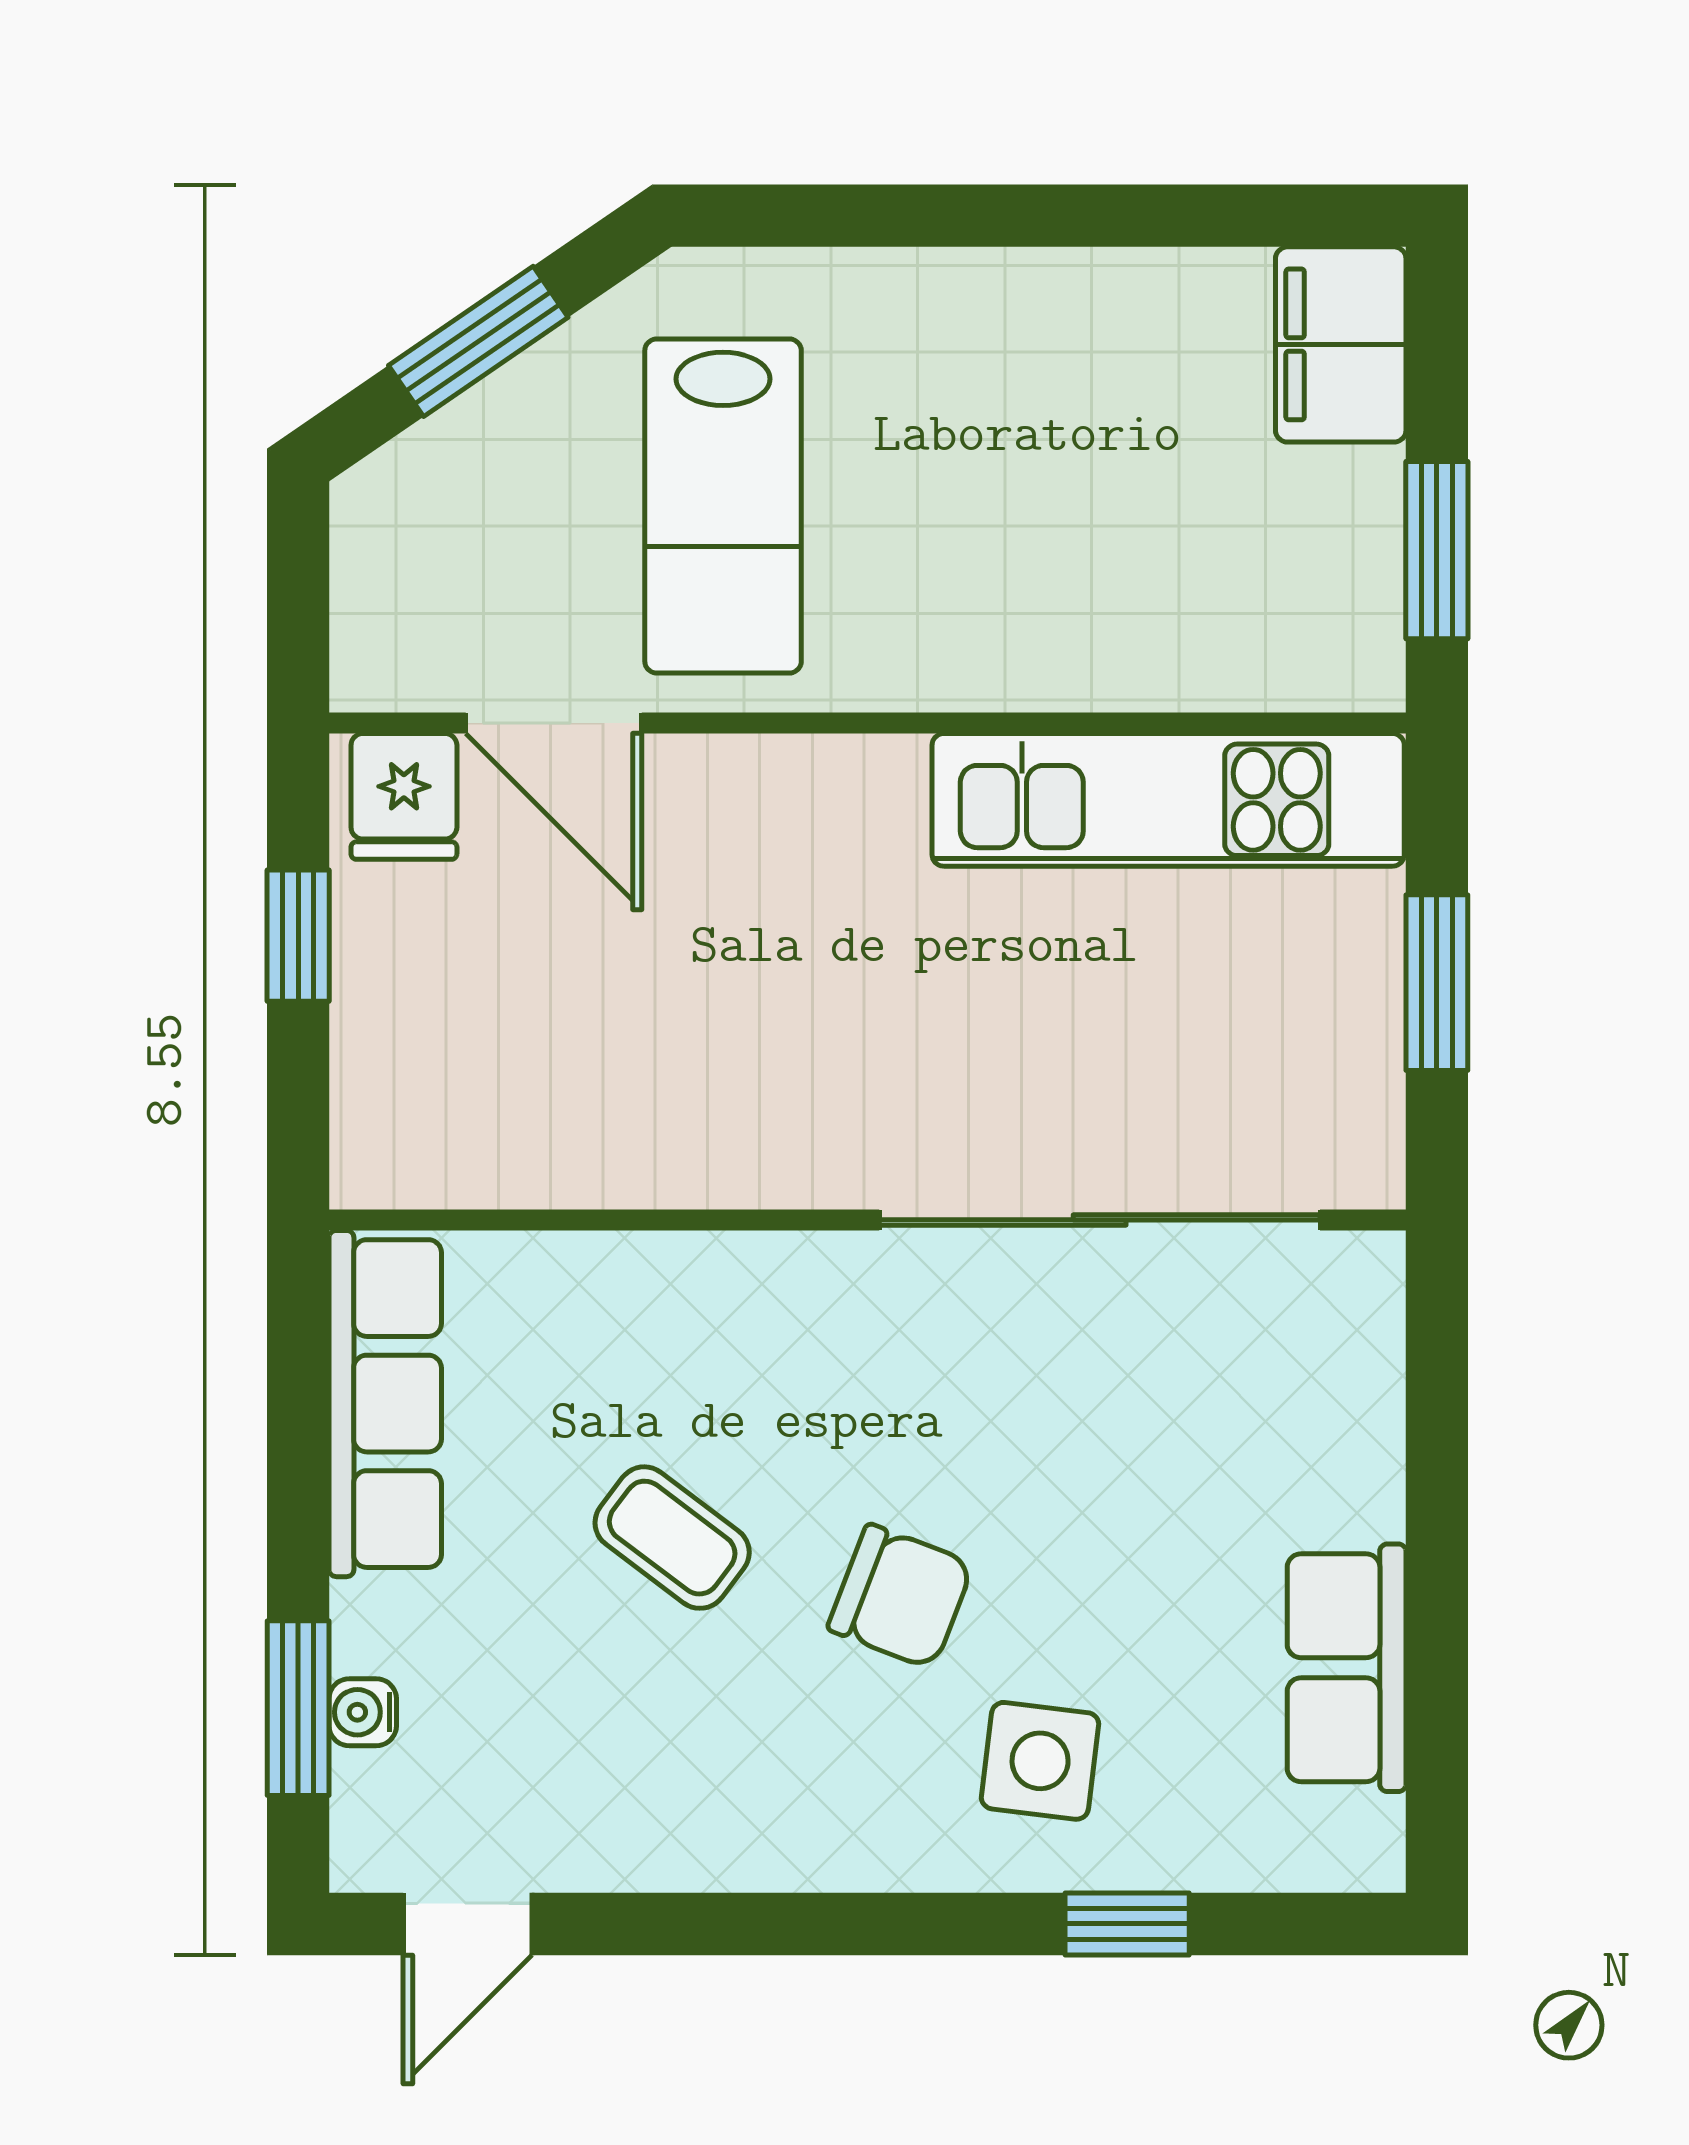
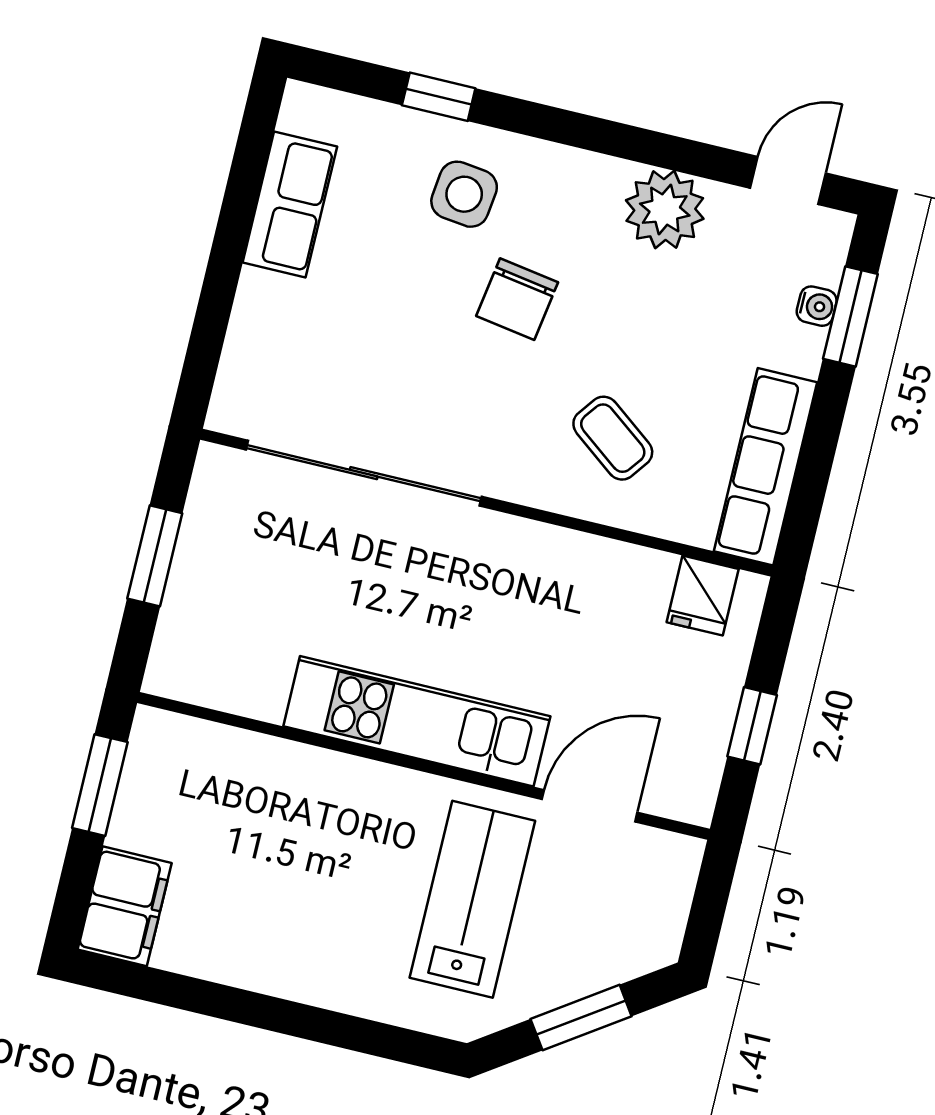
door: (554, 723) -> (590, 806), hinge flipped
fridge: (404, 796) -> (703, 596), moved, turned 180
kitchen unit: (1168, 800) -> (417, 721), moved
coffee table: (672, 1538) -> (613, 438), moved
chair: (900, 1596) -> (517, 299), turned -102
plant: (675, 1819) -> (665, 210), added

